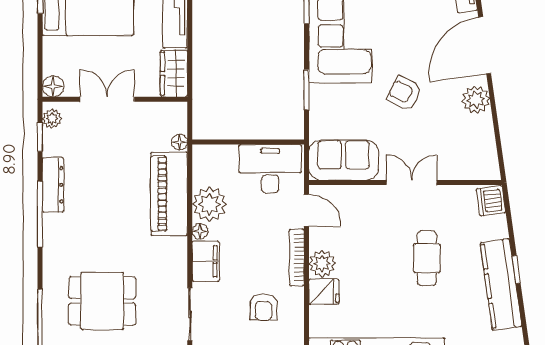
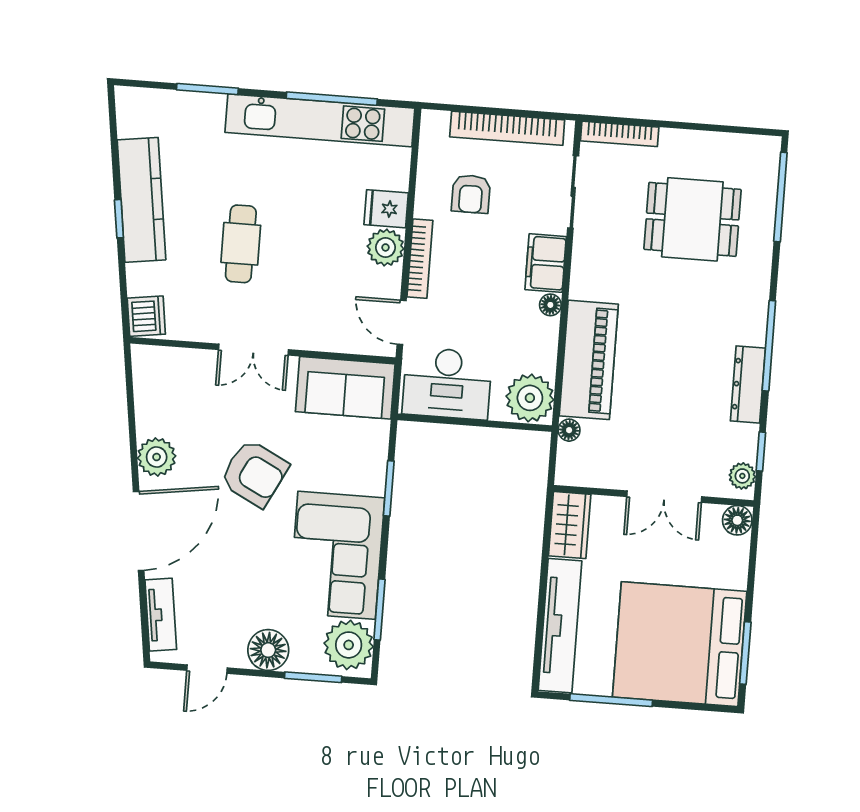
armchair: (404, 93) -> (254, 473), width x1.38, depth x1.38
plant: (210, 204) -> (530, 398), moved
armchair: (264, 307) -> (471, 194), turned 180

